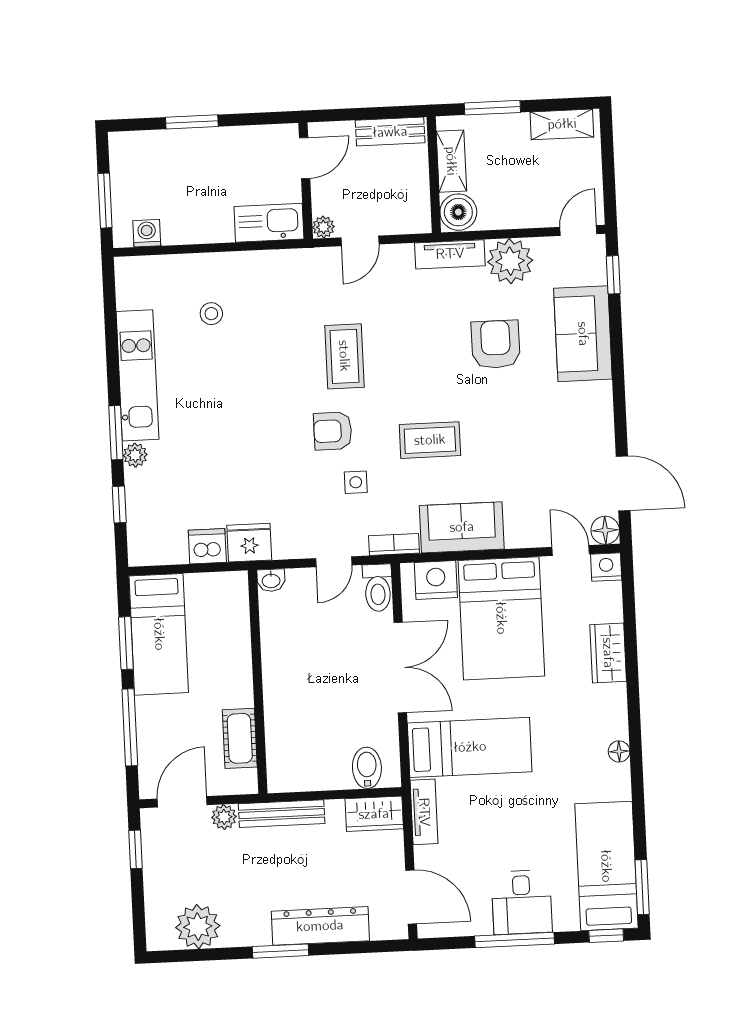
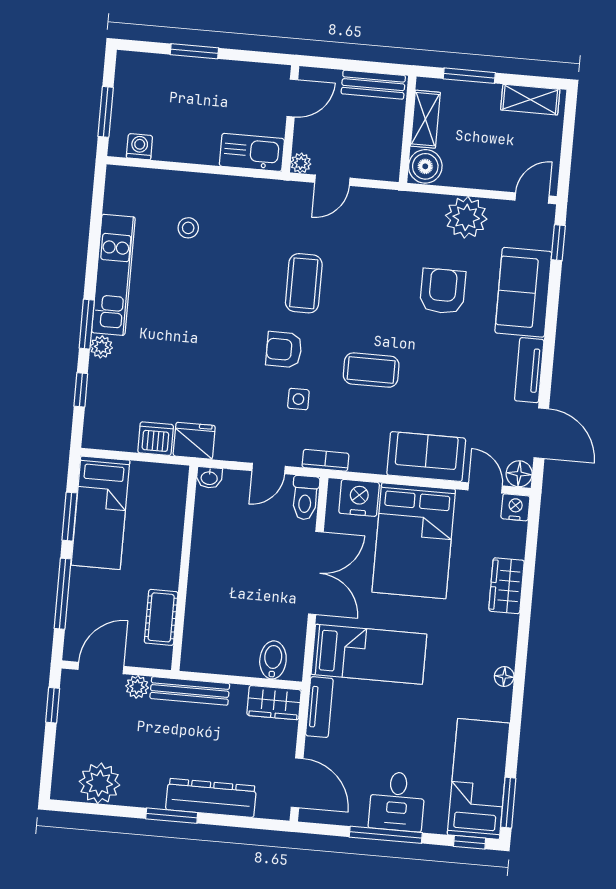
tv unit: (450, 254) -> (529, 370), moved, turned 90
sofa: (462, 527) -> (426, 457), moved

